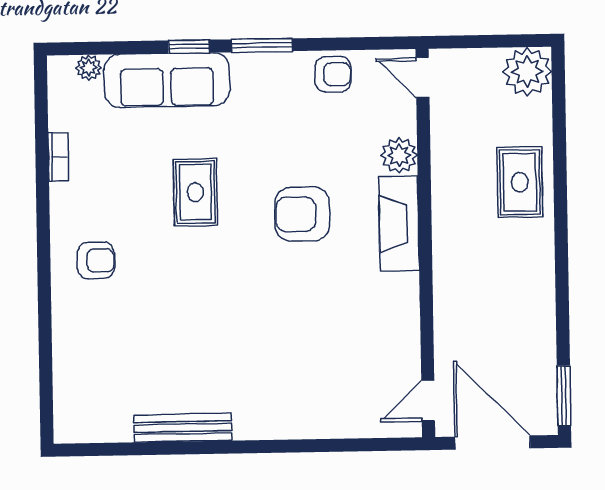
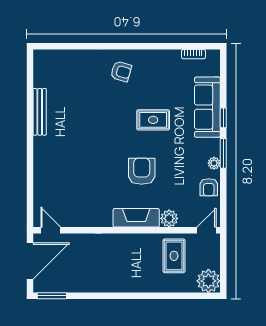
plant: (89, 68) -> (214, 163), moved
bookcase: (58, 157) -> (193, 54), moved
rug: (520, 182) -> (174, 256), moved, turned 90
armchair: (96, 260) -> (121, 71), turned -74

